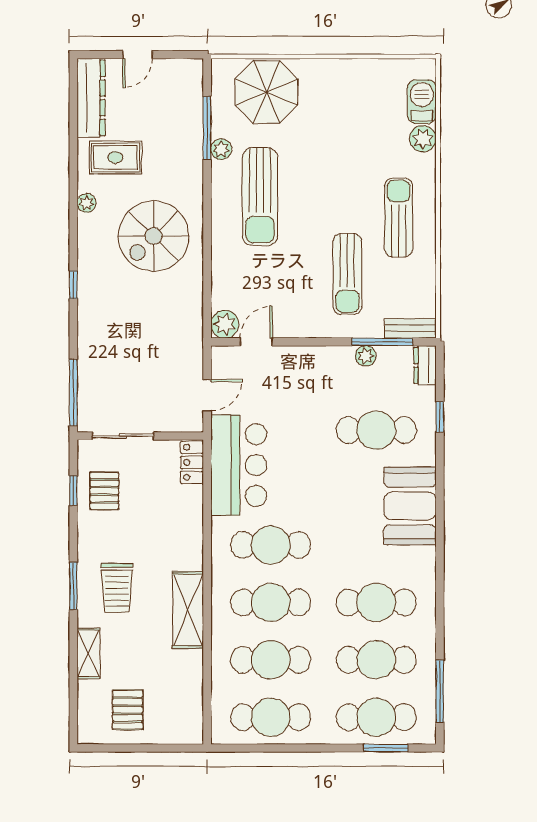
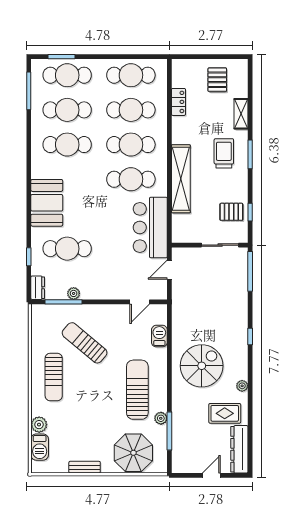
sun lounger: (347, 274) -> (85, 343), turned -50
barbecue: (224, 285) -> (159, 336), added
plant: (225, 324) -> (159, 313), removed
bench: (410, 328) -> (85, 467), moved
locker: (192, 462) -> (178, 102), moved
pallet: (104, 491) -> (231, 212), turned 90
shelving: (188, 610) -> (181, 179), moved, width x1.47

